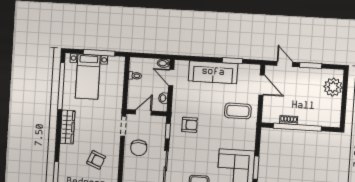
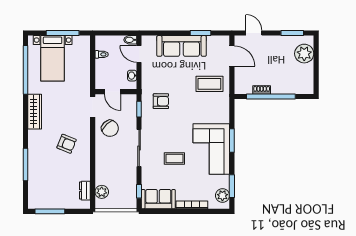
window: (311, 65) -> (292, 33), moved
door: (143, 113) -> (113, 92), swing flipped
chair: (139, 148) -> (110, 128), turned -43

